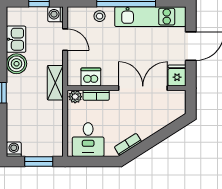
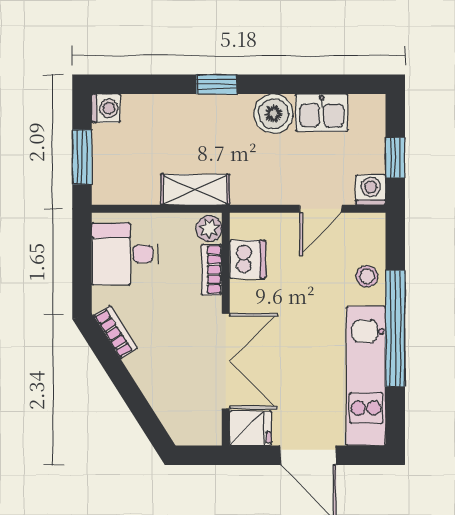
shelving: (55, 83) -> (195, 190), moved

